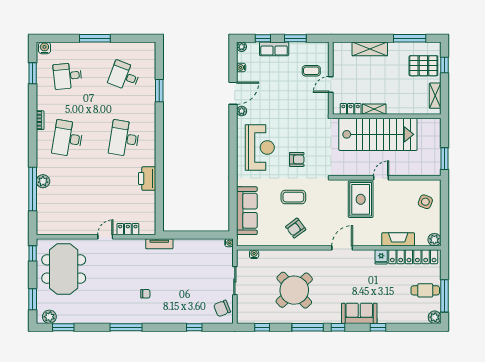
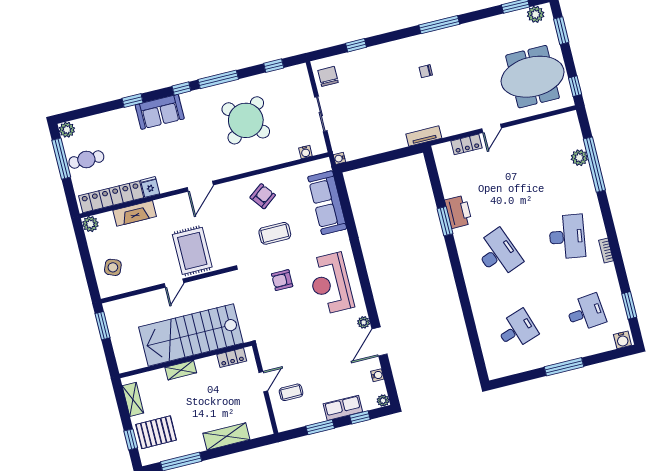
desk: (124, 76) -> (517, 330), turned -39
window: (159, 91) -> (445, 221), moved
shelving: (374, 109) -> (181, 370), moved
desk: (124, 138) -> (498, 254), turned -30
plant: (43, 181) -> (579, 158), moved
meeting table: (64, 269) -> (533, 77), turned 90
chair: (222, 308) -> (328, 76), turned -68

